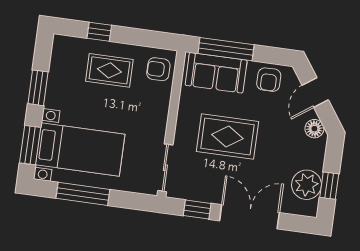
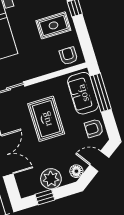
rug: (109, 70) -> (53, 25), turned 90
plant: (306, 185) -> (51, 179), moved

